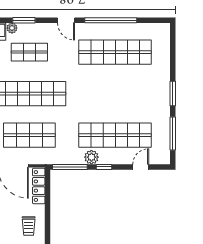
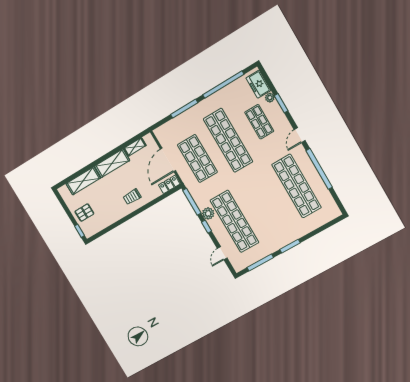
door: (141, 167) -> (222, 253), swing flipped
locker: (39, 186) -> (169, 184), width x0.66

